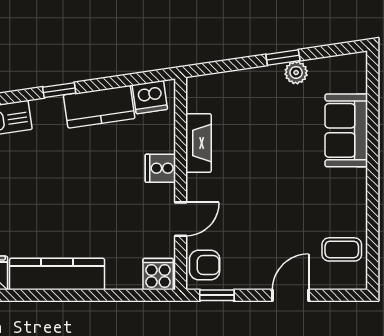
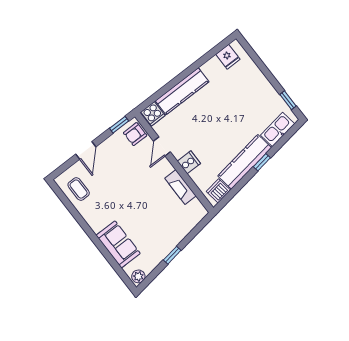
plant: (296, 72) -> (138, 276), moved
kitchen counter: (99, 107) -> (245, 162), width x1.50
coffee table: (342, 249) -> (79, 189), turned 90
kitchen counter: (57, 274) -> (182, 91), moved

